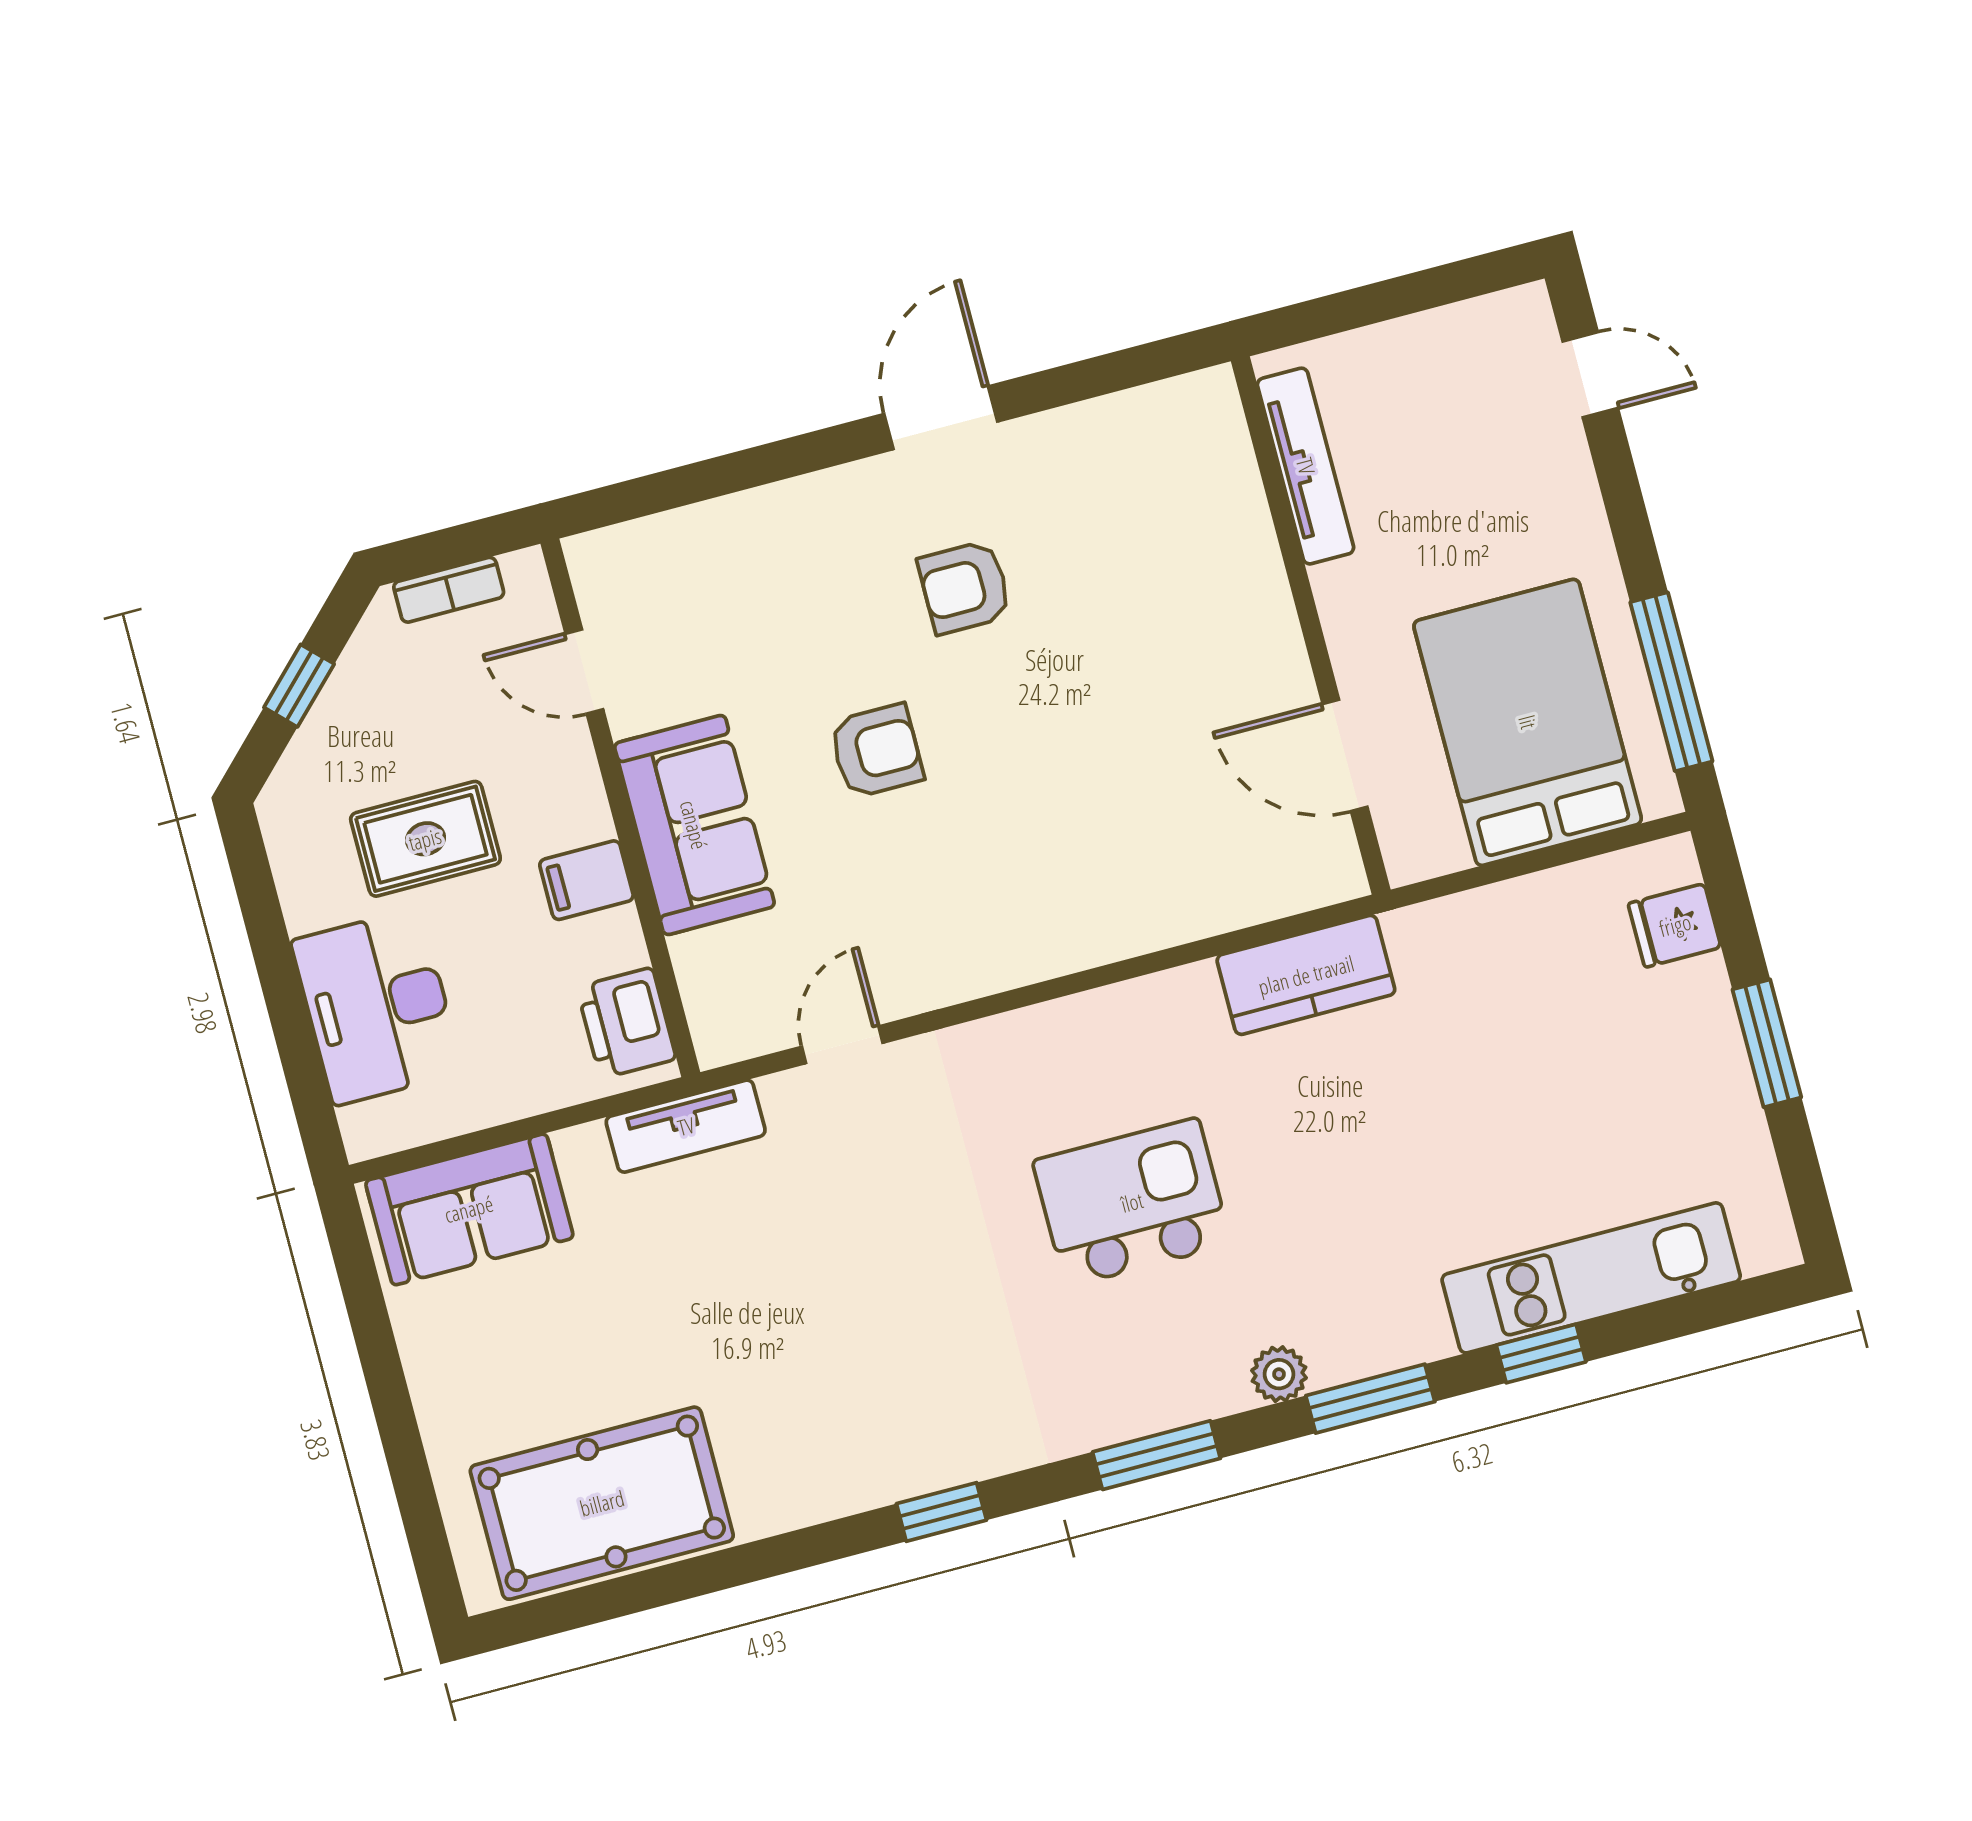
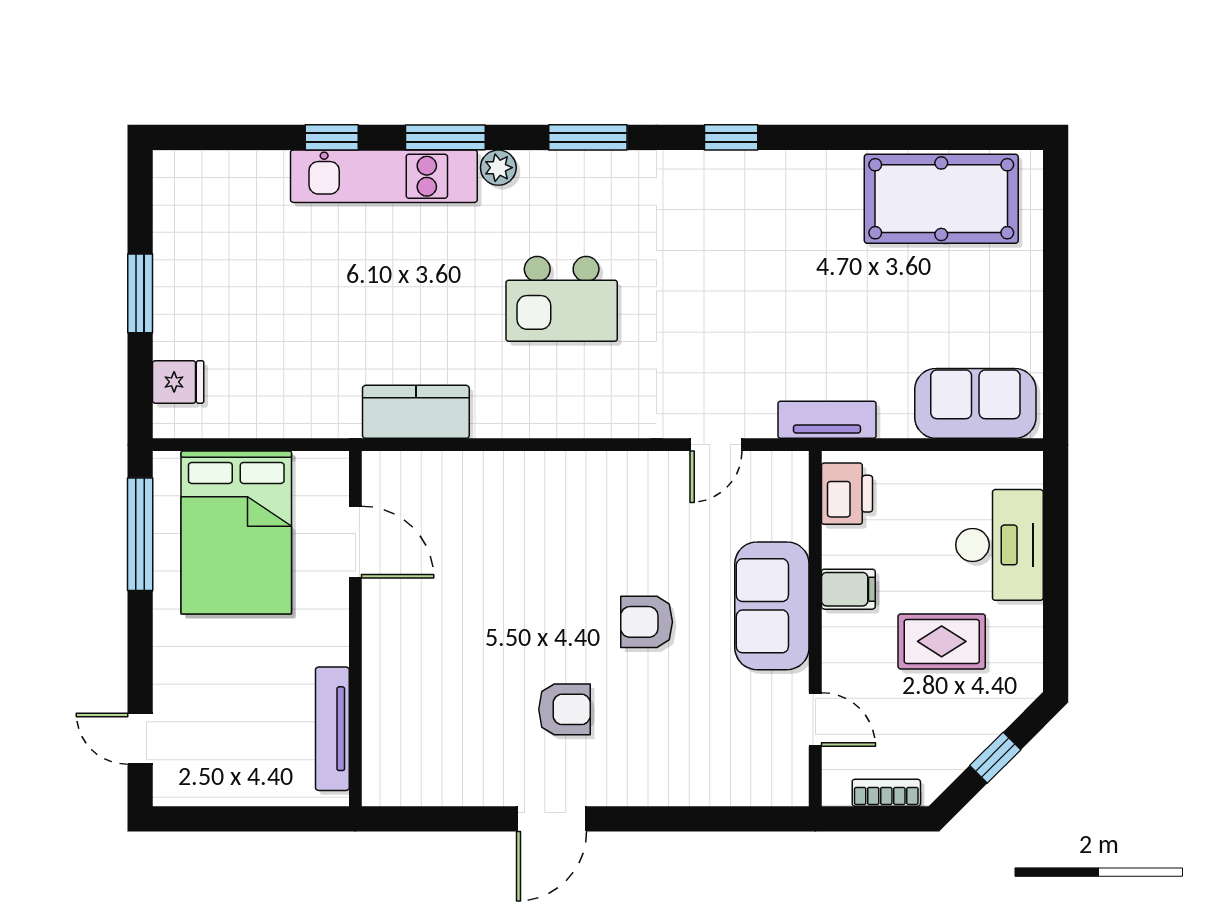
kitchen unit: (1591, 1278) -> (384, 176), moved

